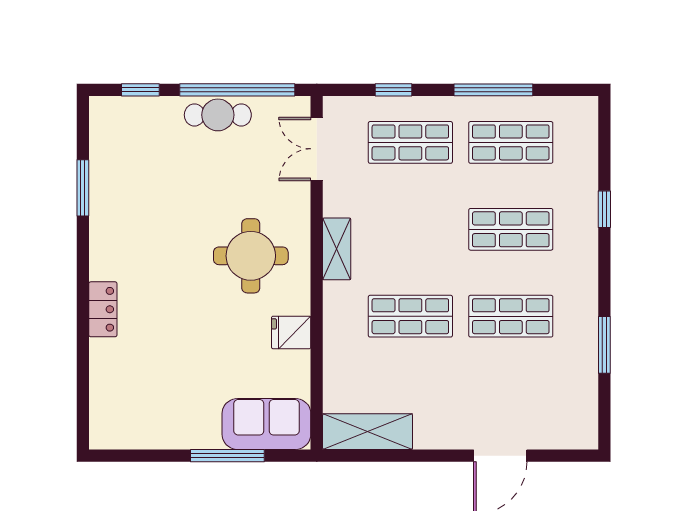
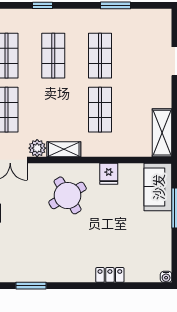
plant: (339, 199) -> (37, 148), added
round table: (251, 256) -> (68, 195), turned -31
locker: (103, 309) -> (110, 275), moved
water cooler: (99, 439) -> (166, 277), added

